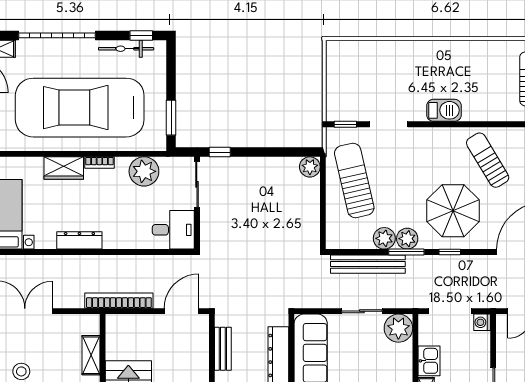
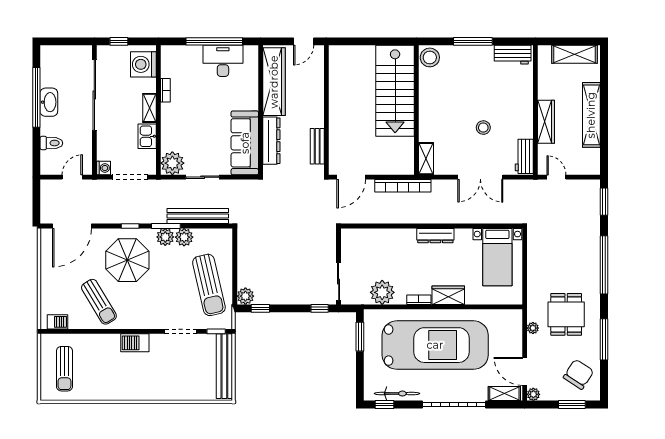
bench: (335, 82) -> (224, 366), added
window: (292, 152) -> (260, 308), added
desk: (173, 230) -> (358, 244), removed
shelving: (91, 355) -> (426, 159), moved

